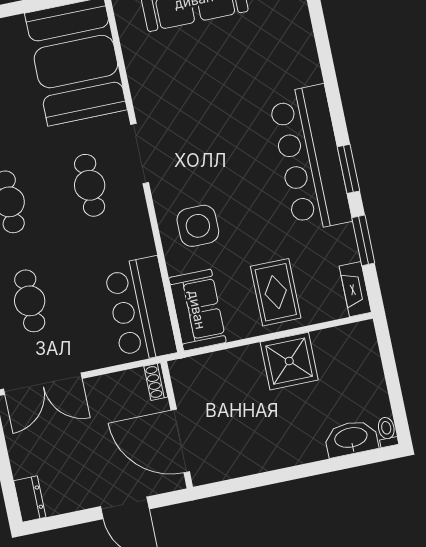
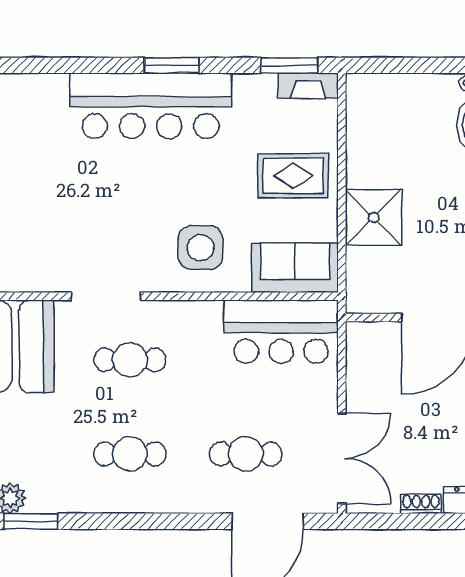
window: (363, 240) -> (289, 65), moved
shower: (289, 361) -> (374, 218), moved
shoe rack: (156, 382) -> (421, 504), moved, turned 180

